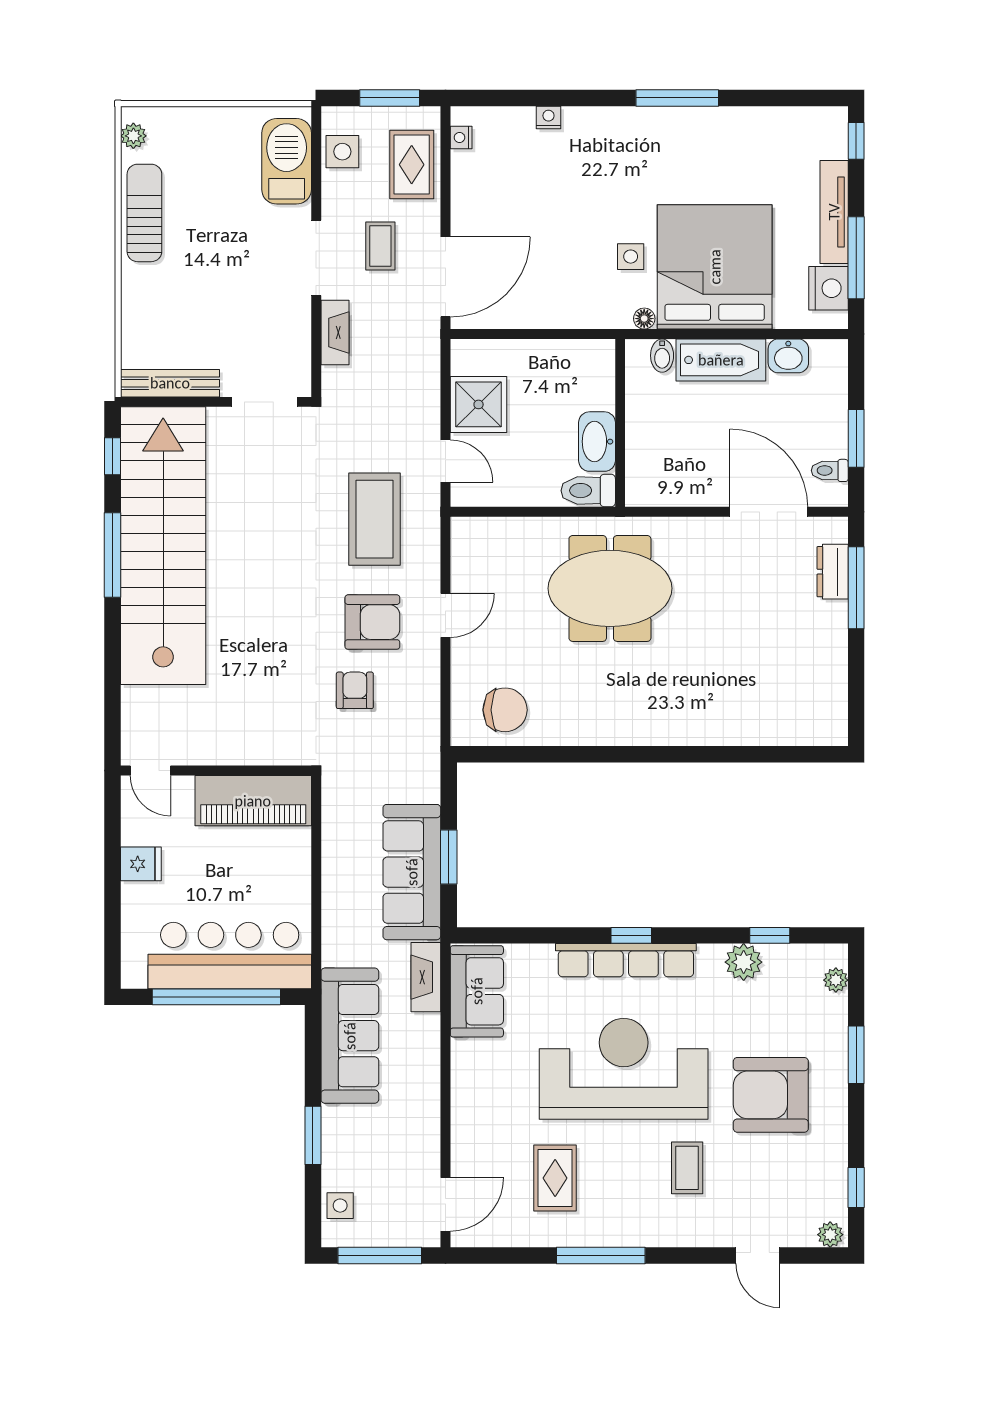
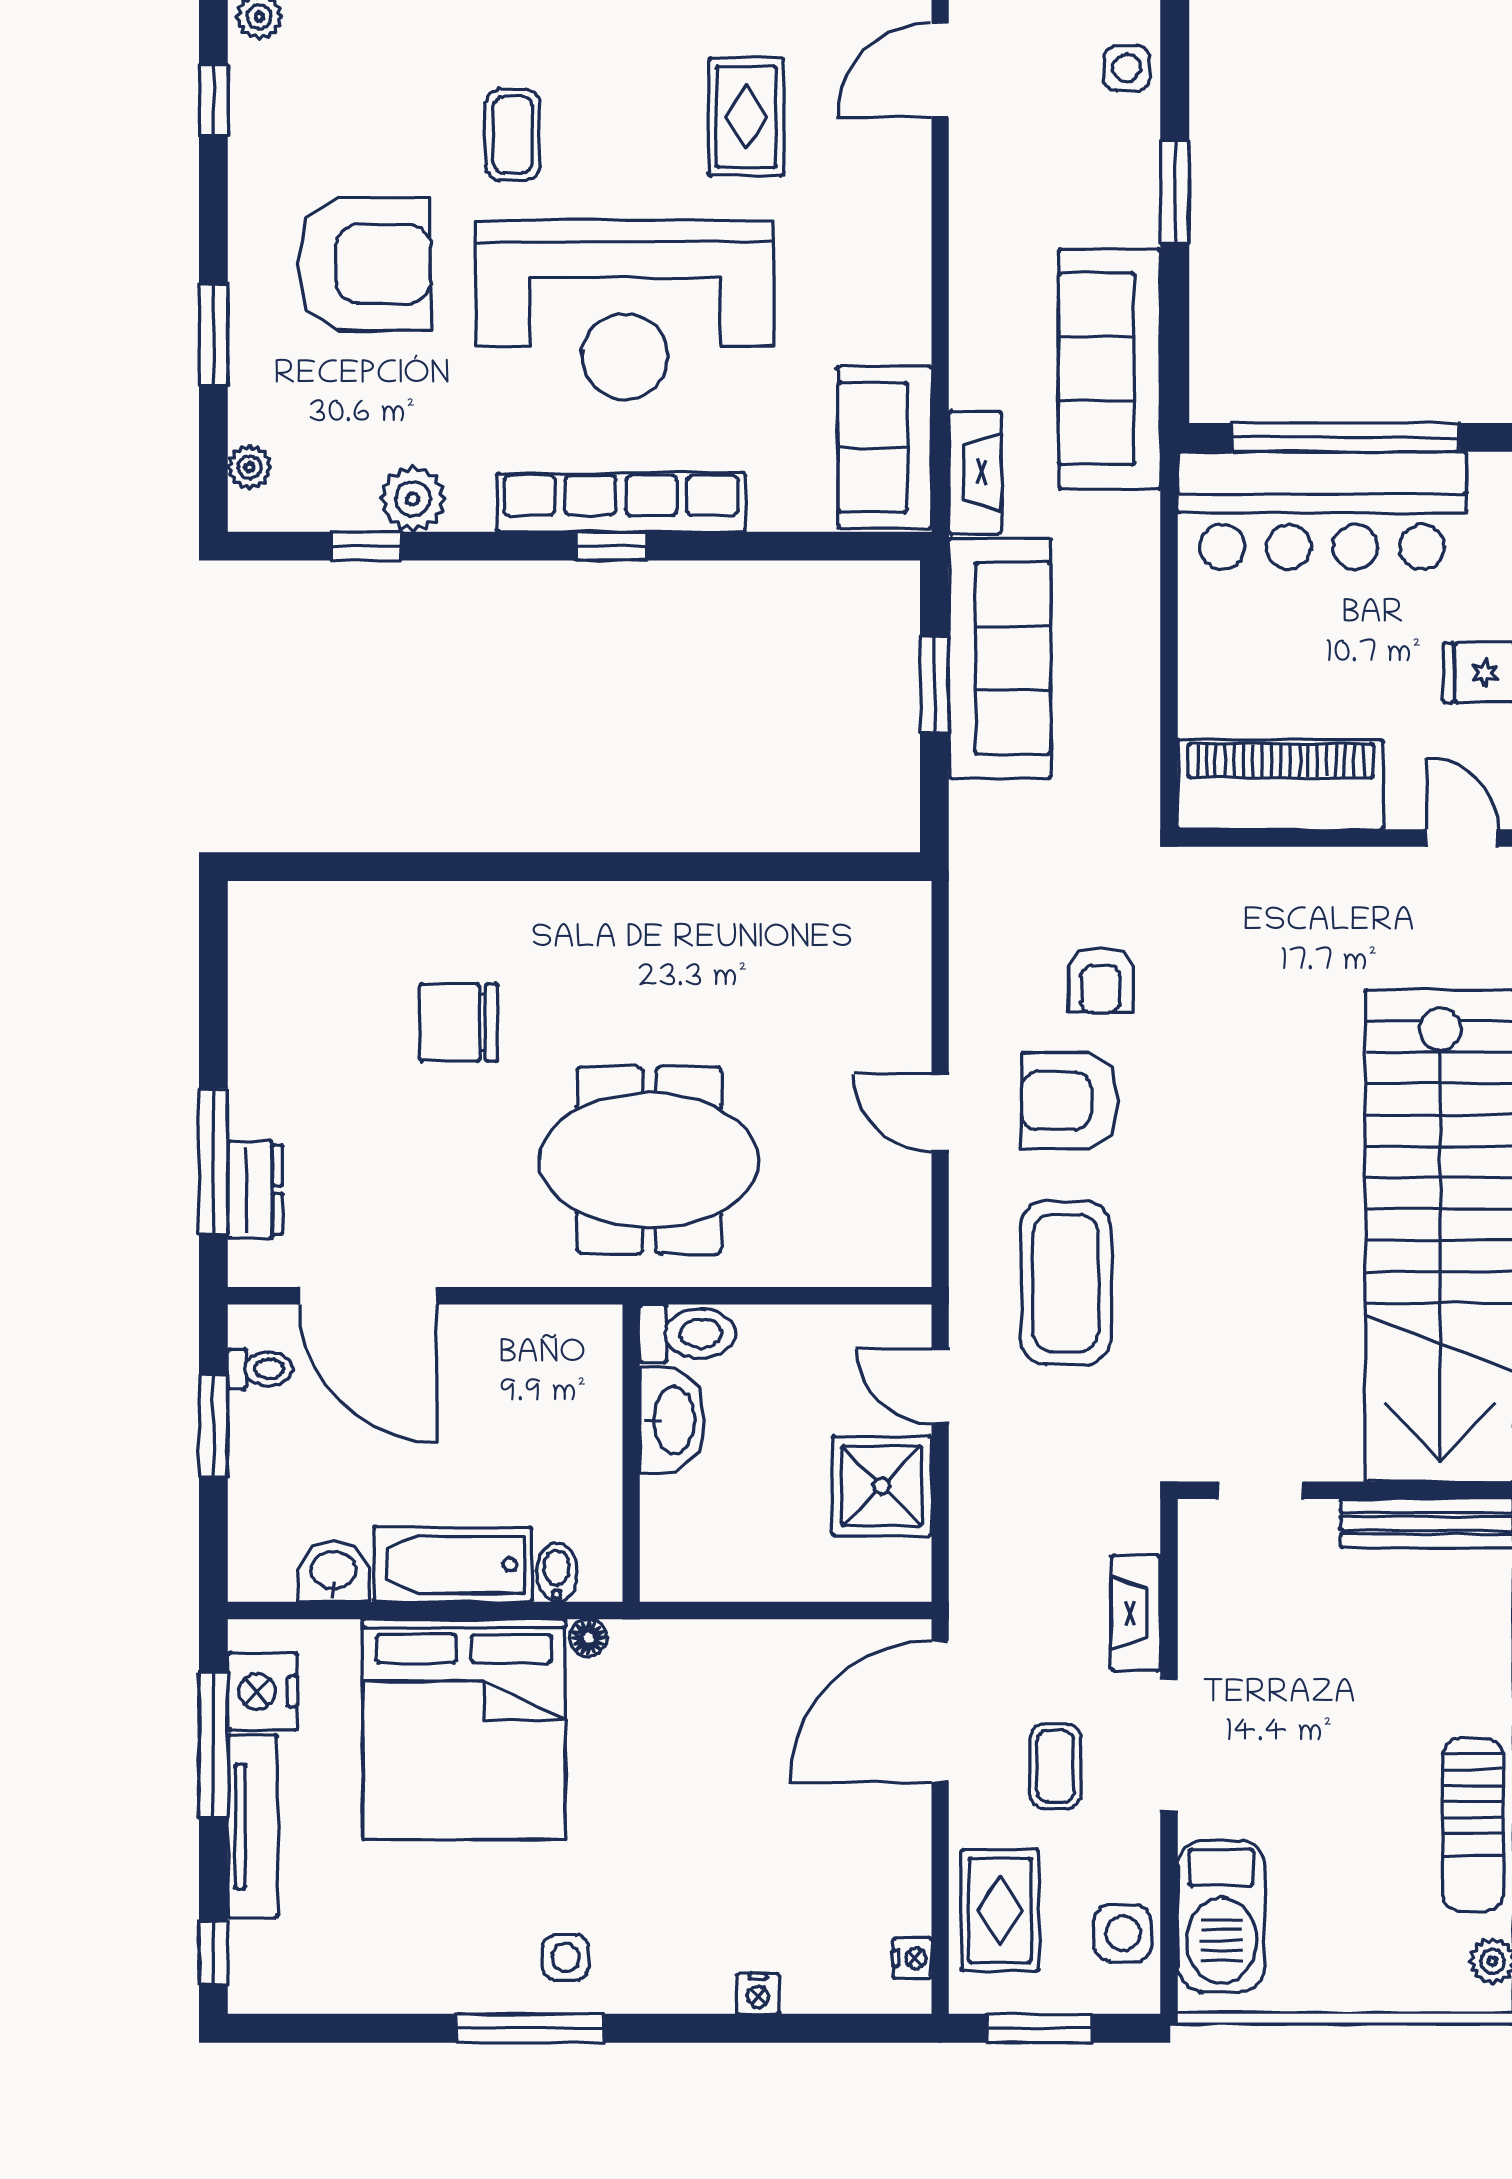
side table: (631, 257) -> (566, 1957), moved
doorway: (264, 402) -> (1261, 1490), width x0.73
door: (446, 615) -> (940, 1113), hinge flipped
chair: (505, 710) -> (459, 1022), moved

